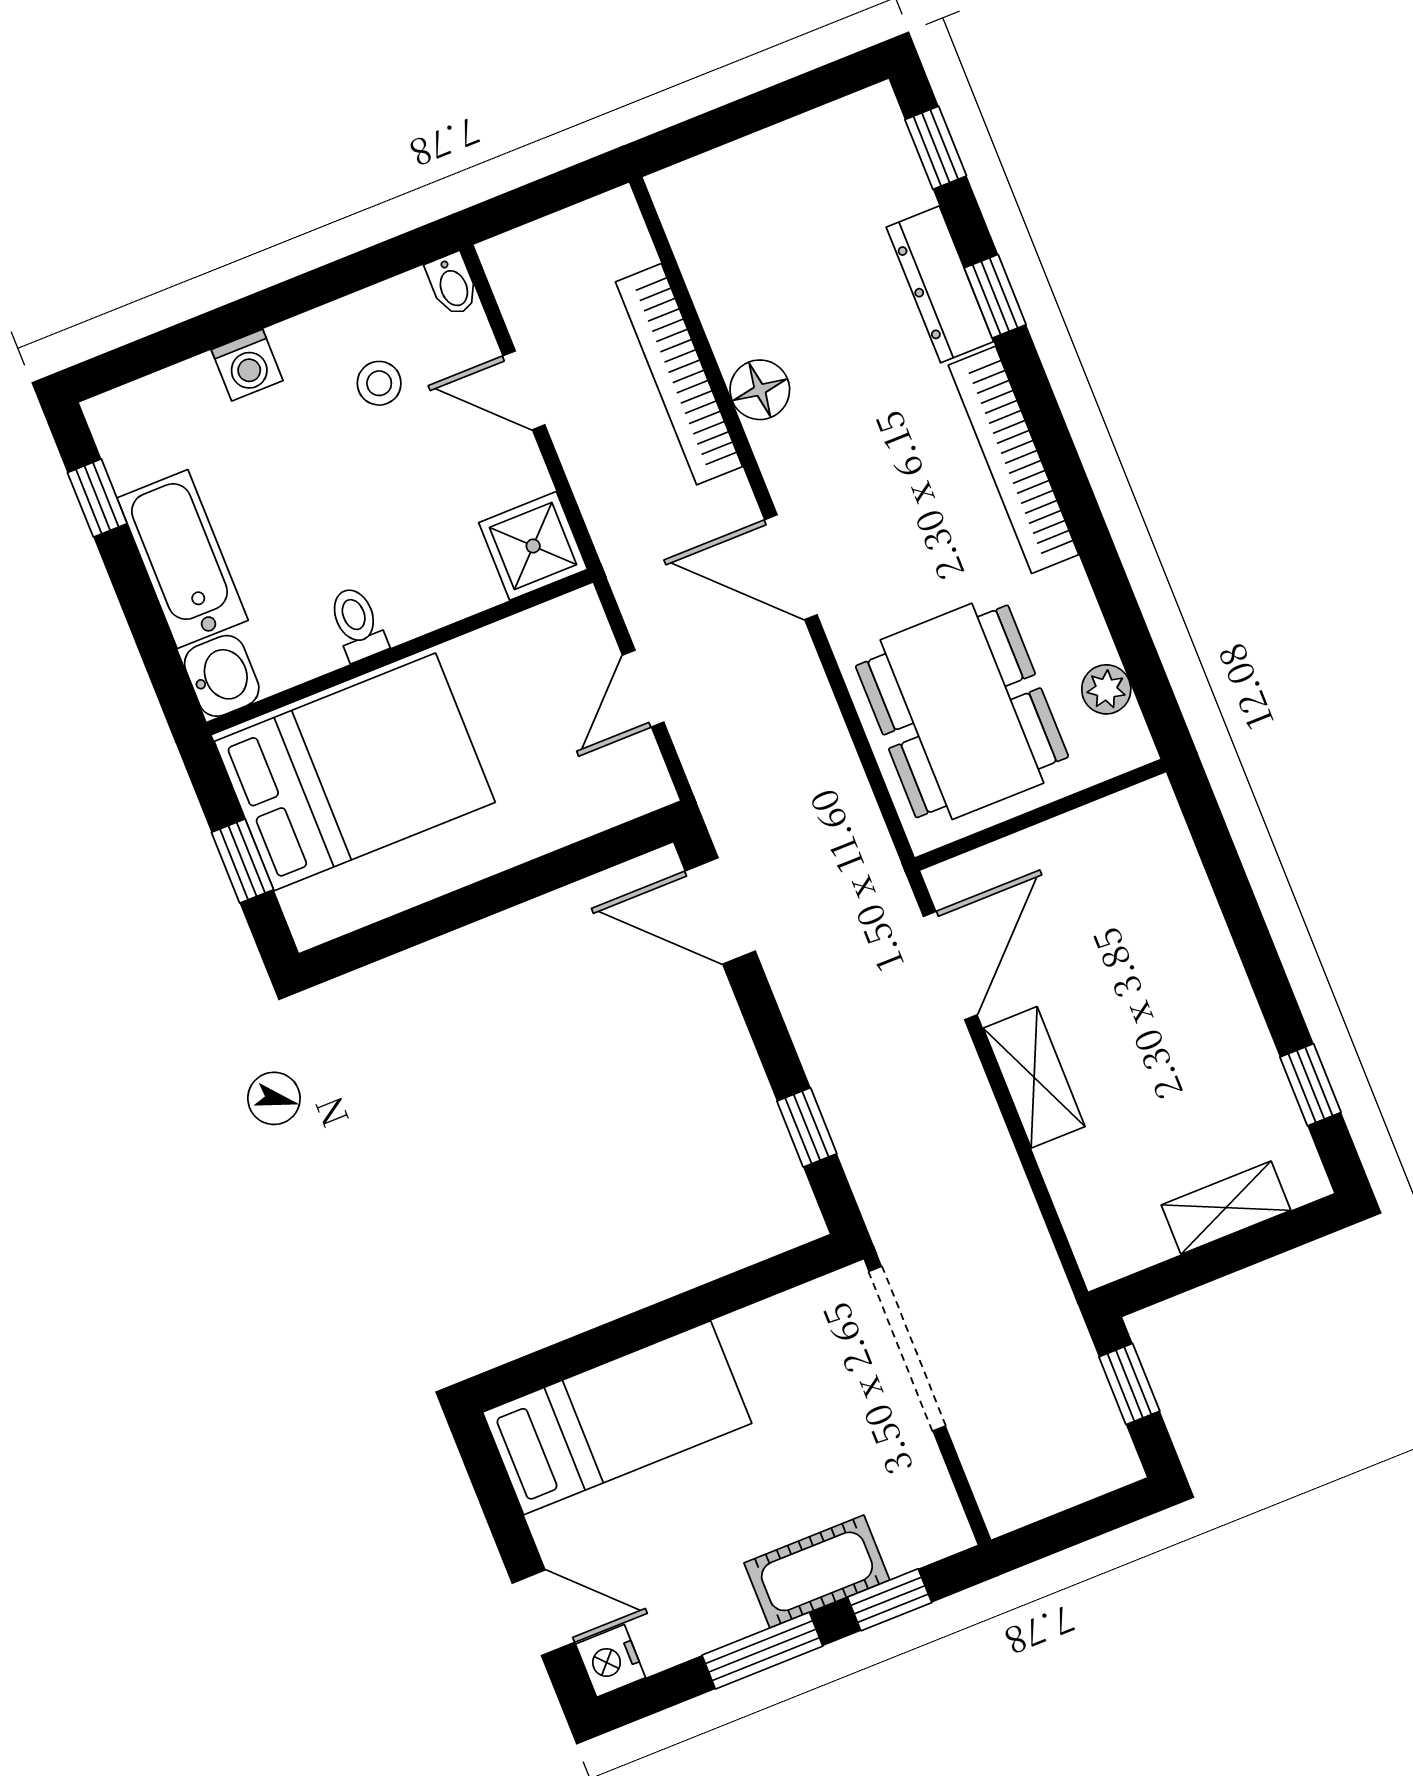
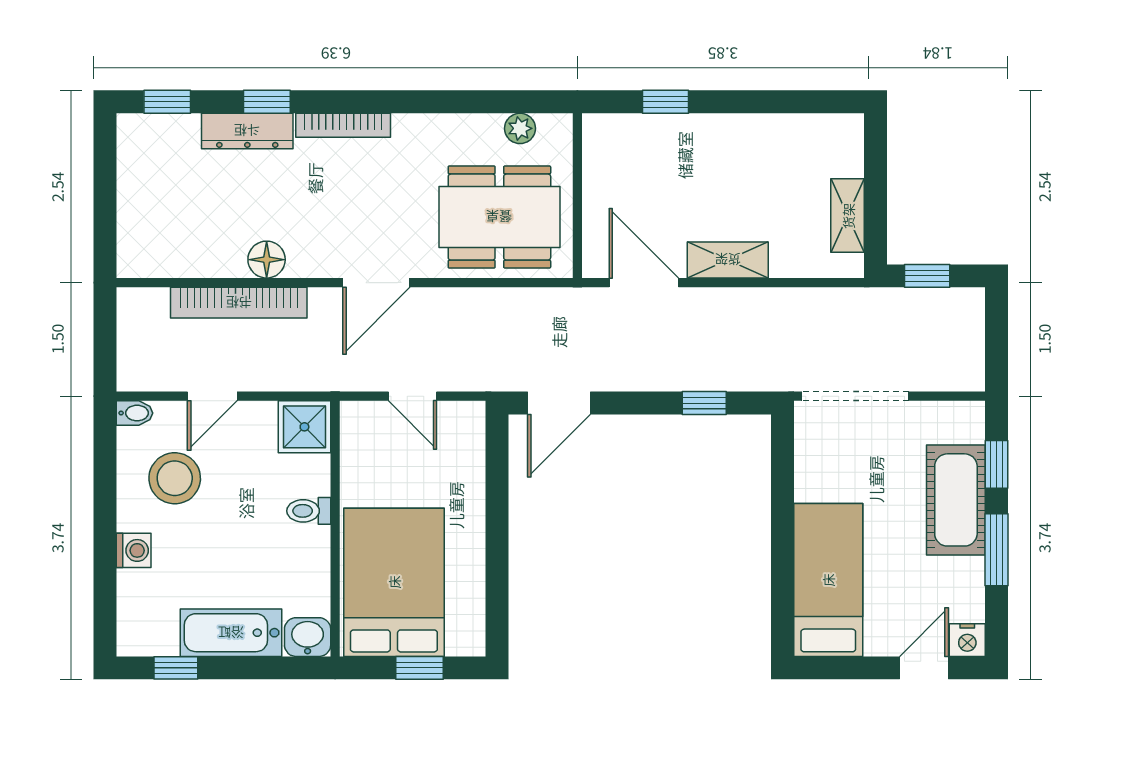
stool: (379, 383) -> (175, 478), width x1.89, depth x1.89
bookcase: (1014, 460) -> (343, 125), width x0.68, depth x0.76
toilet: (357, 624) -> (309, 511), moved
window: (1311, 1085) -> (666, 102), moved
shelving: (1226, 1208) -> (848, 216), moved
cot: (817, 1571) -> (956, 500), width x1.37, depth x1.34

